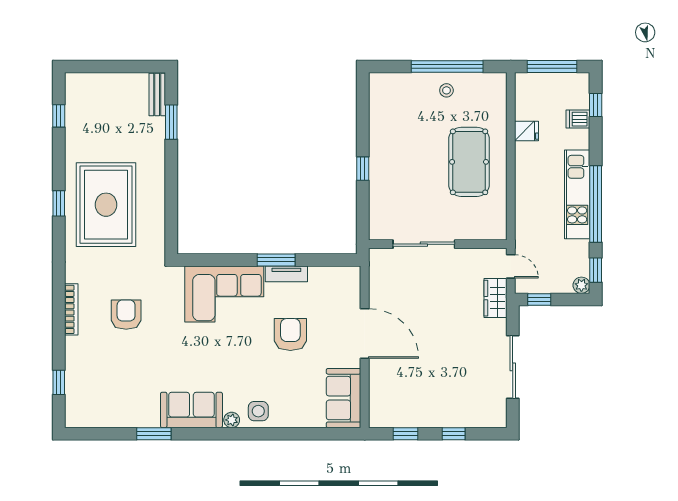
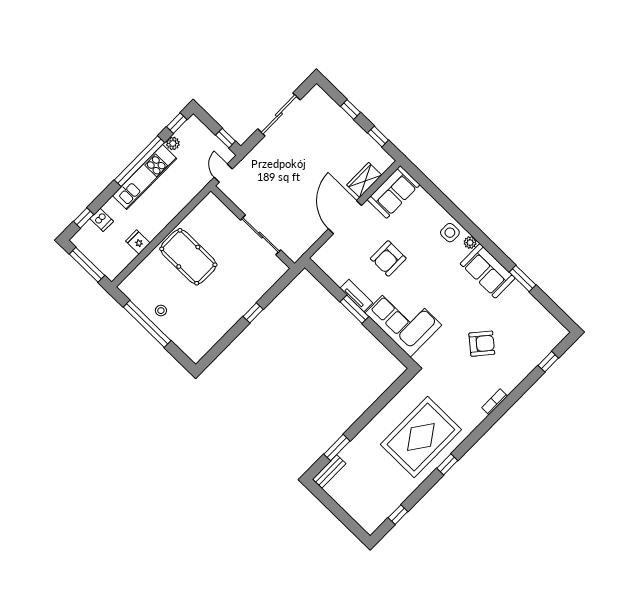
pool table: (469, 162) -> (188, 257), turned 90
plant: (581, 285) -> (173, 143), moved
wardrobe: (495, 298) -> (364, 180), moved, turned 180
bookcase: (71, 309) -> (495, 402), width x0.64
armchair: (126, 315) -> (482, 344), moved, turned -140

